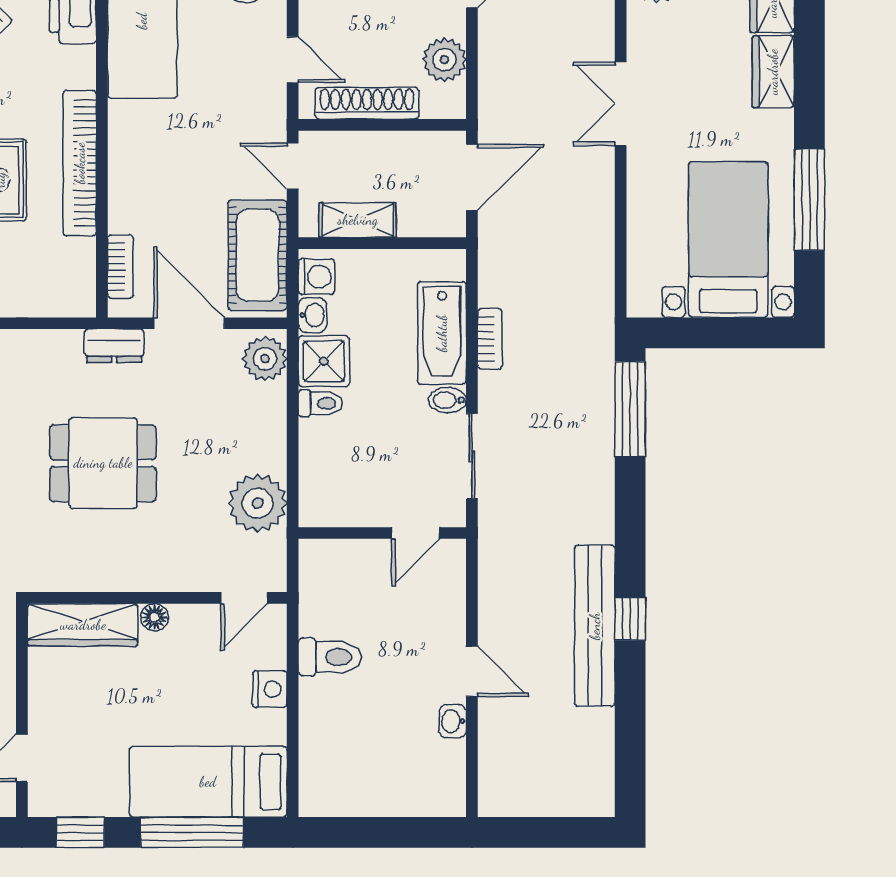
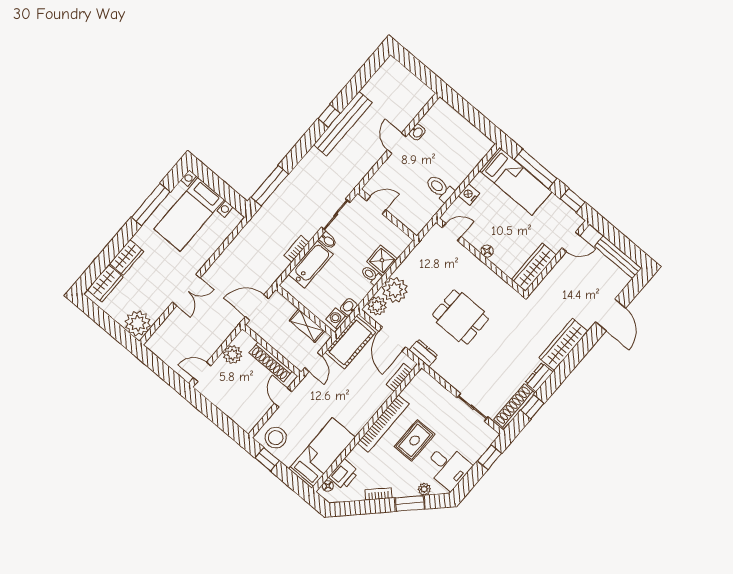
shower: (324, 361) -> (382, 260), moved
plant: (258, 503) -> (395, 290), moved
wardrobe: (83, 625) -> (534, 267), moved, turned -90

